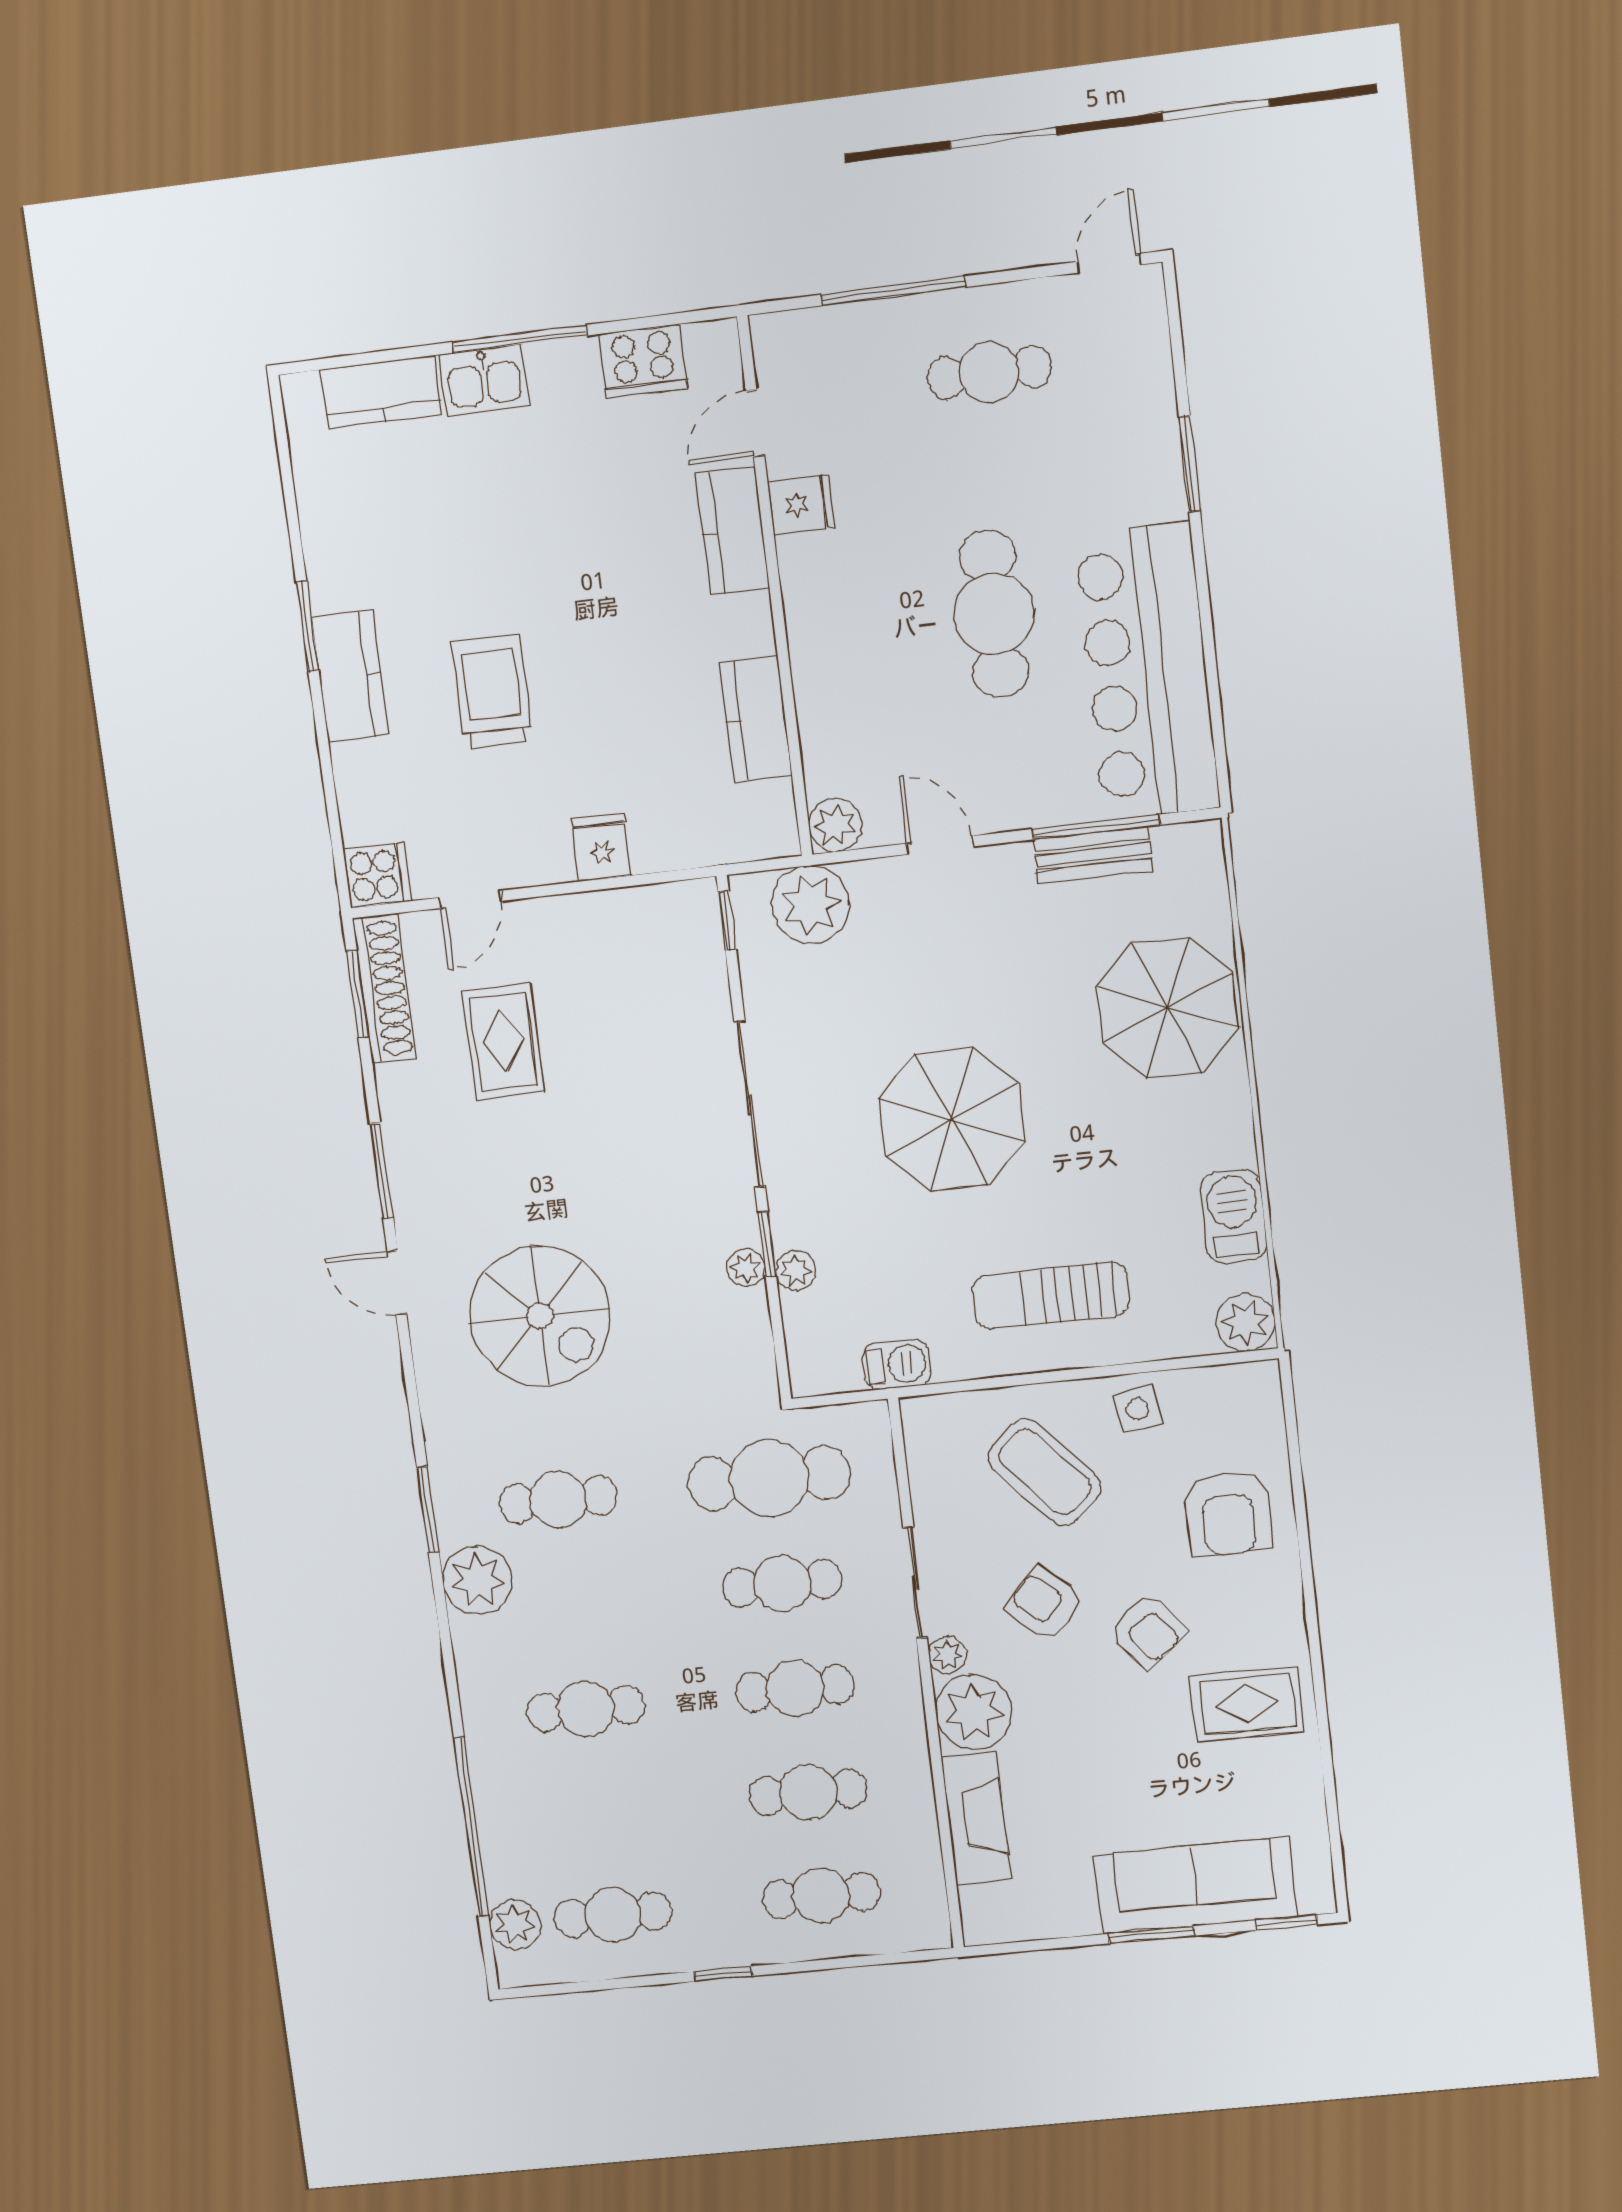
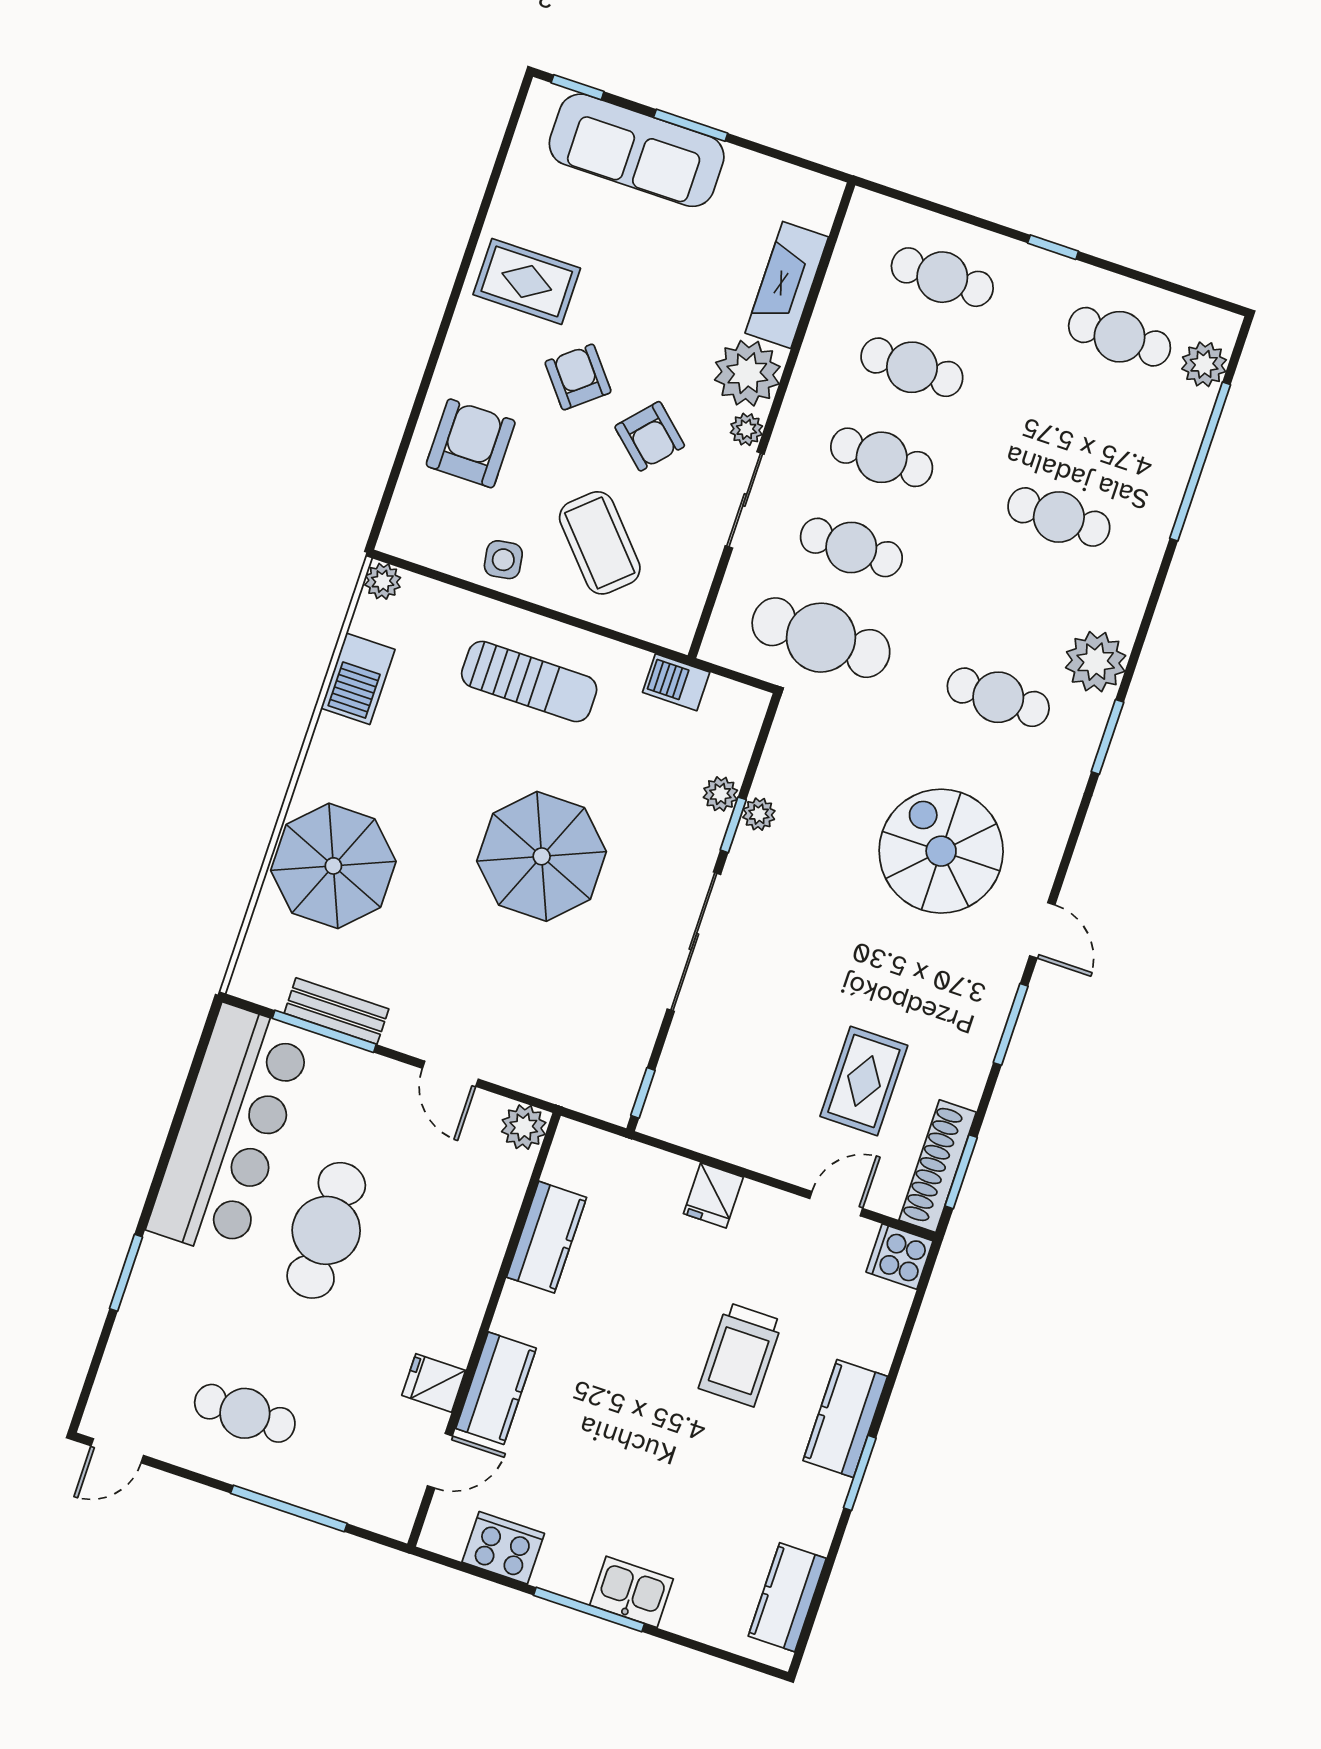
kitchen counter: (381, 392) -> (787, 1597), moved, turned -90
plant: (810, 904) -> (572, 1075), removed
plant: (1246, 1323) -> (383, 581), width x0.73, depth x0.73

